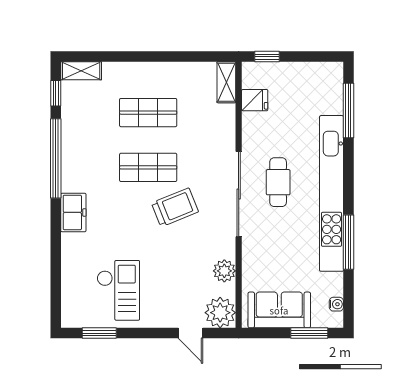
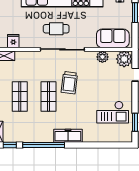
trolley: (175, 207) -> (69, 83), turned -151
freezer: (73, 212) -> (68, 136), width x1.40
checkout: (118, 290) -> (113, 112), turned 180
sofa: (279, 310) -> (113, 38), moved, turned 90

